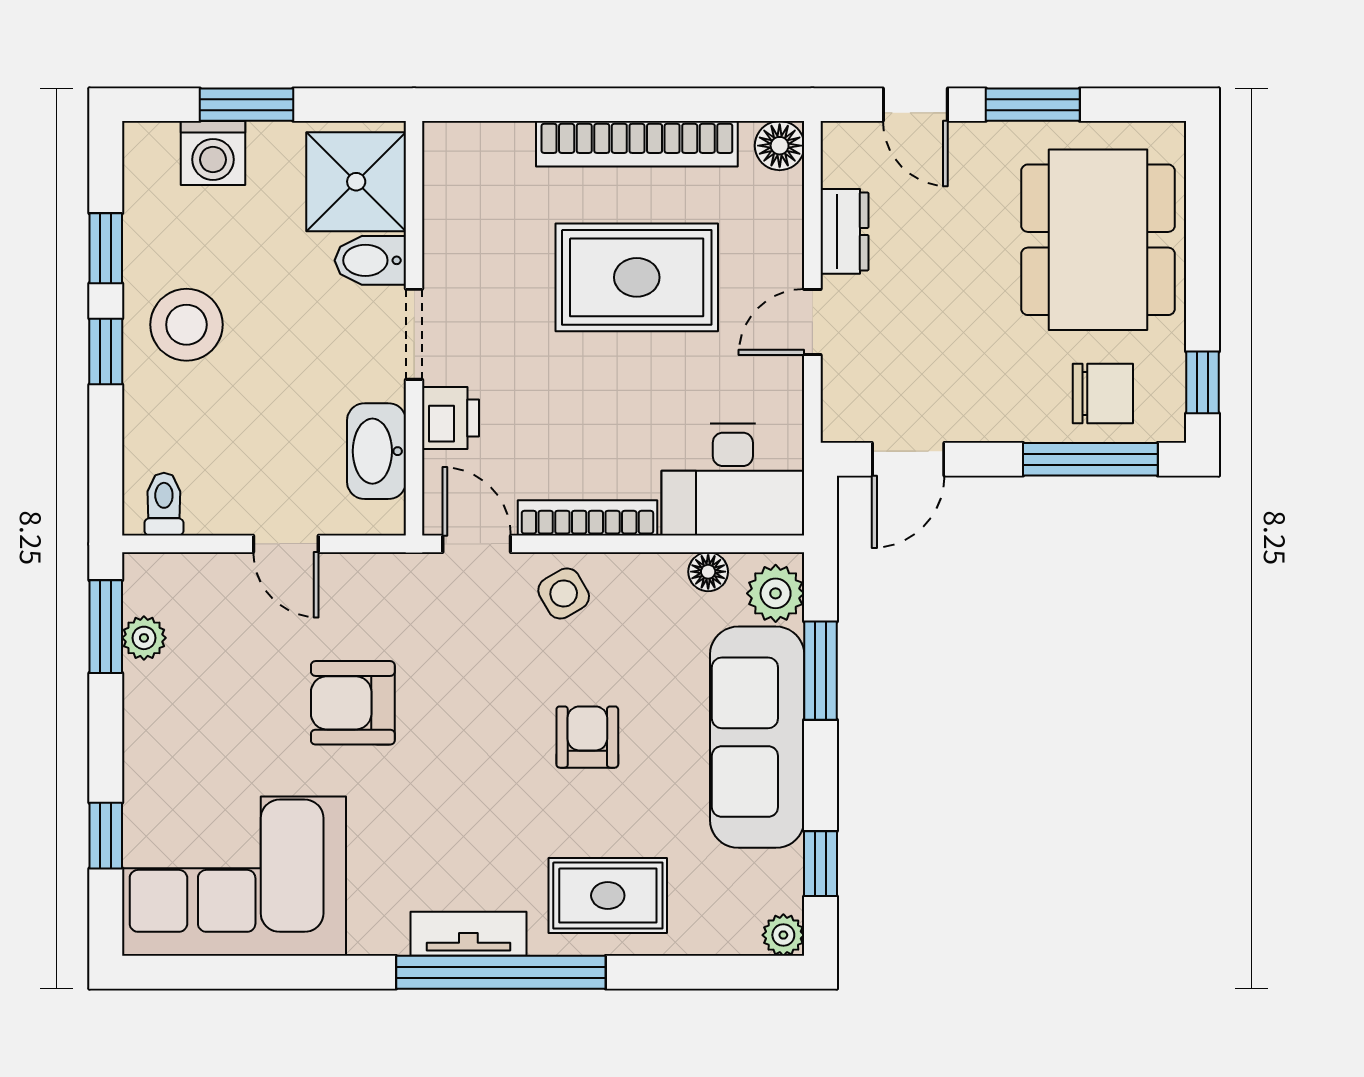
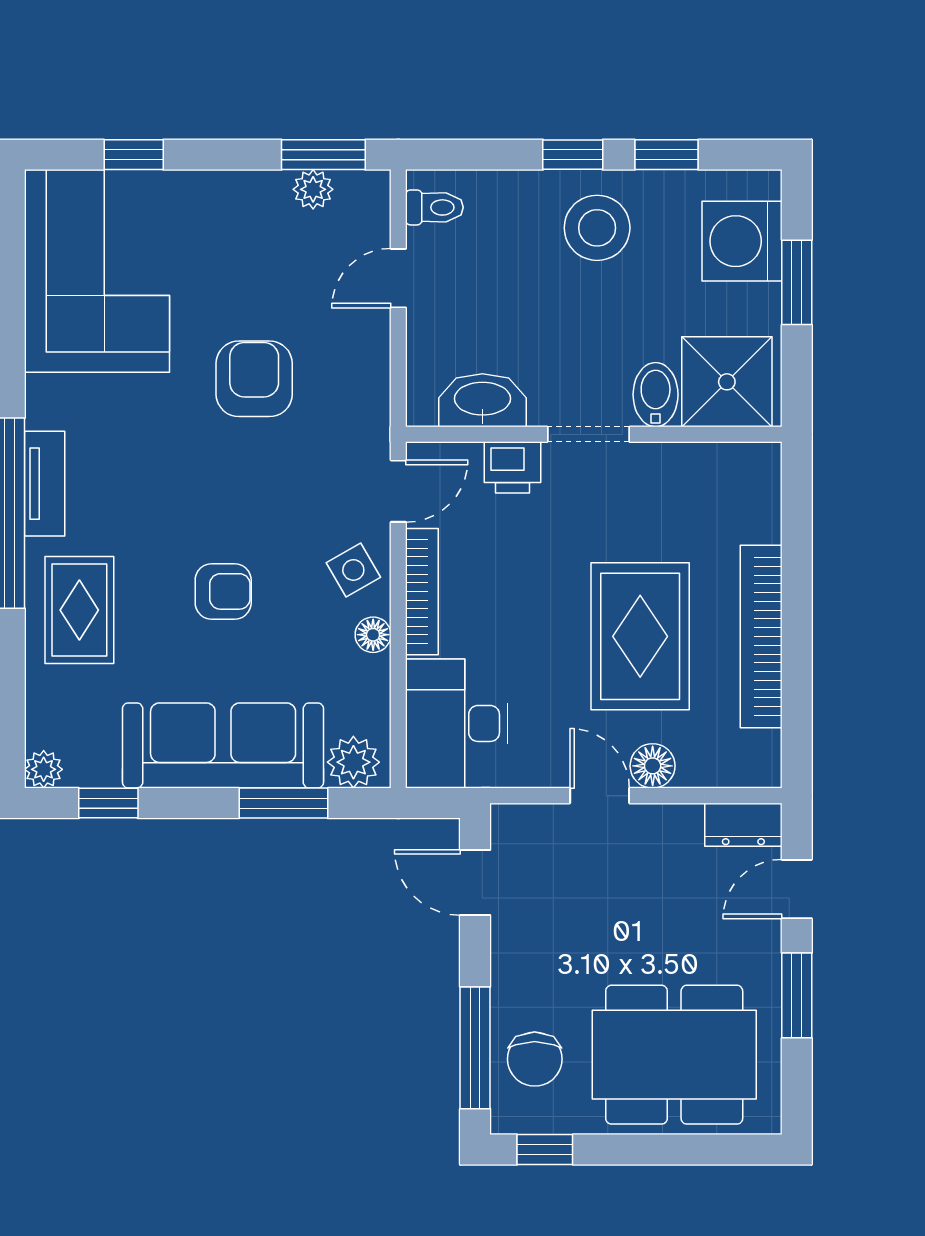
floor lamp: (780, 146) -> (653, 766), moved
washing machine: (213, 153) -> (742, 241), width x1.37, depth x1.37
dresser: (844, 231) -> (743, 825), moved
door: (286, 544) -> (398, 278), moved
floor lamp: (708, 572) -> (373, 635), moved

